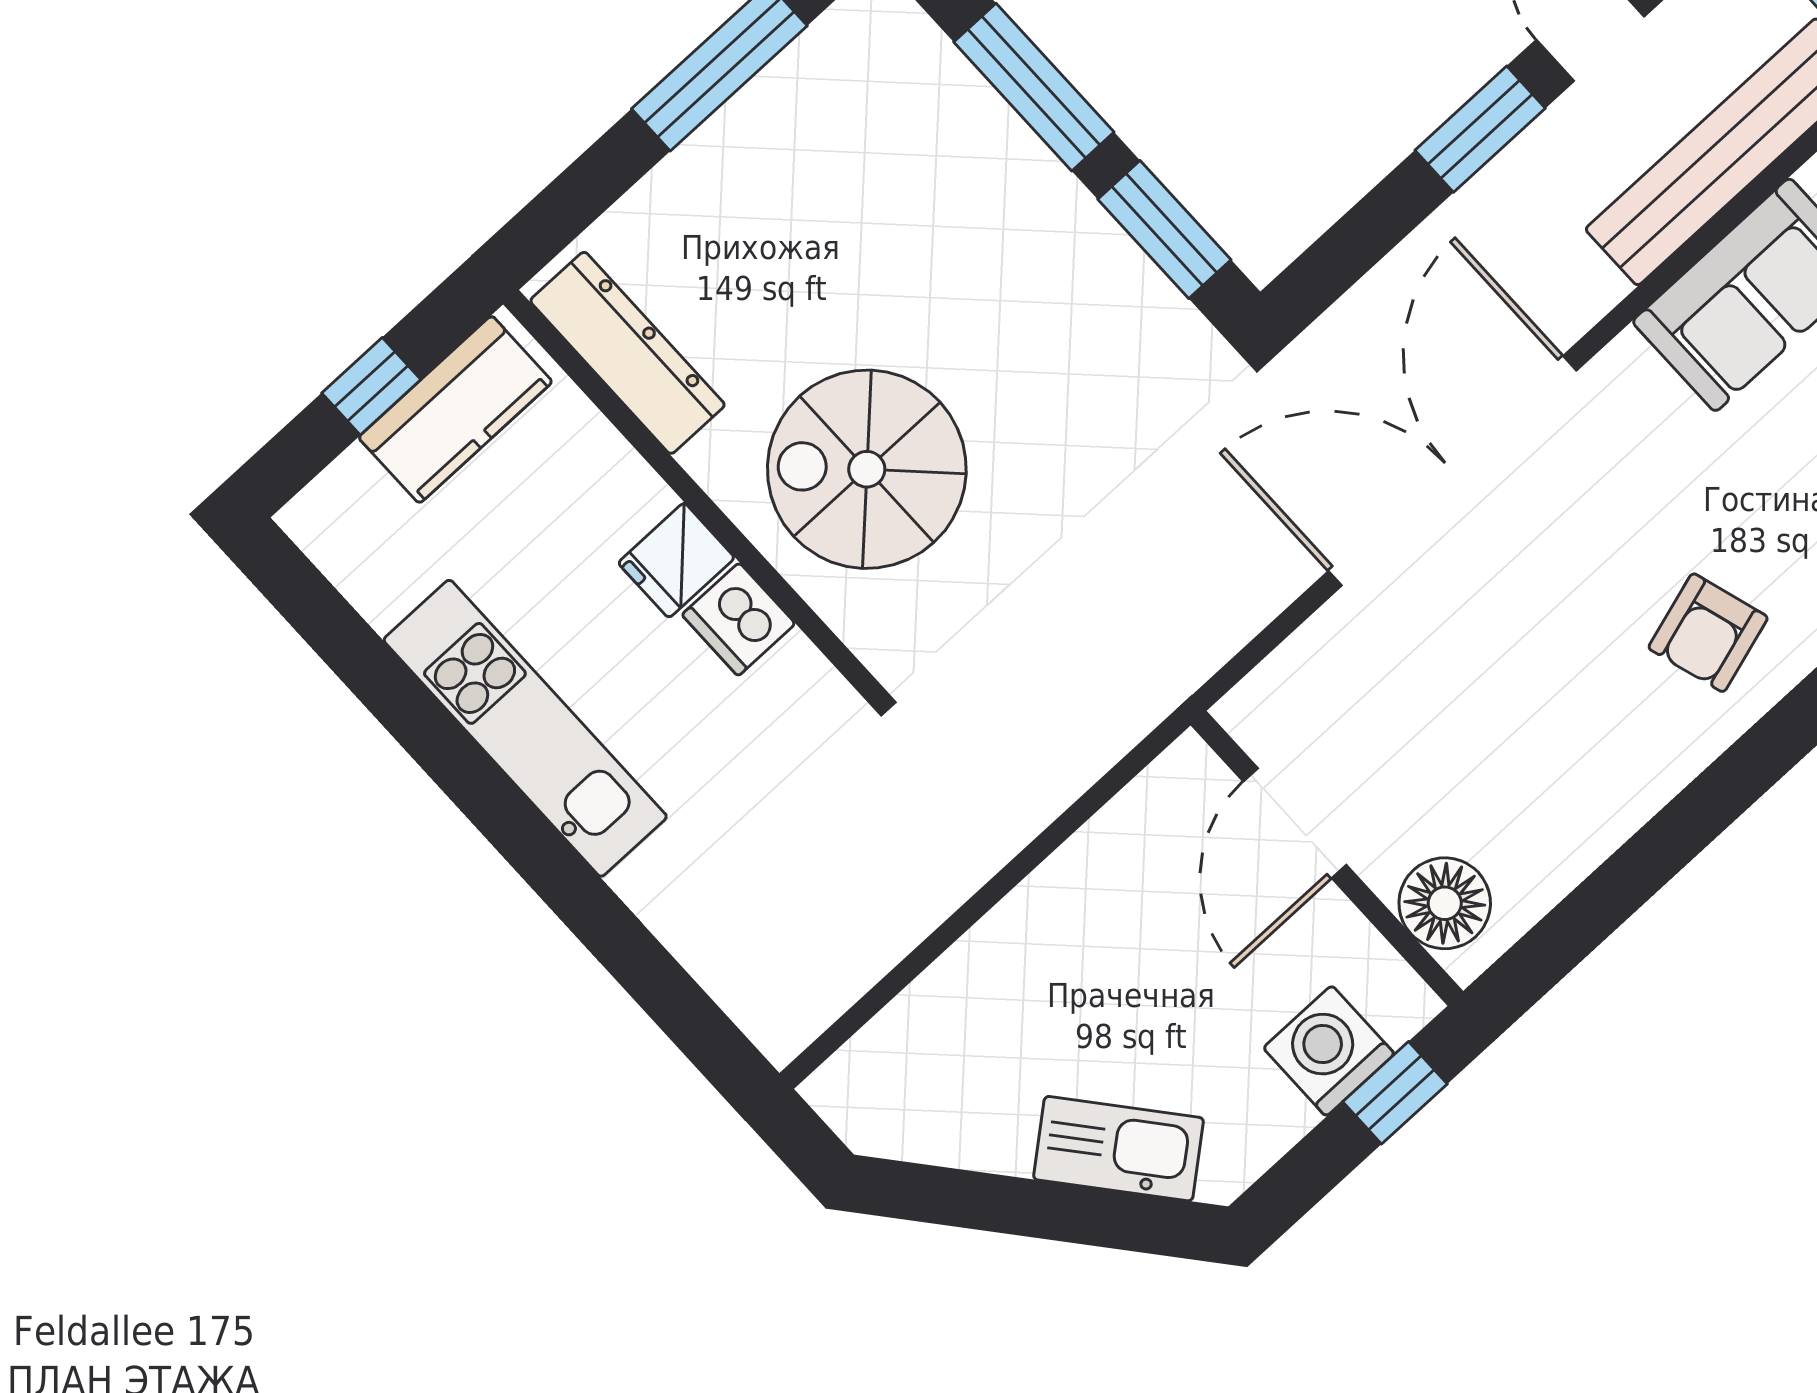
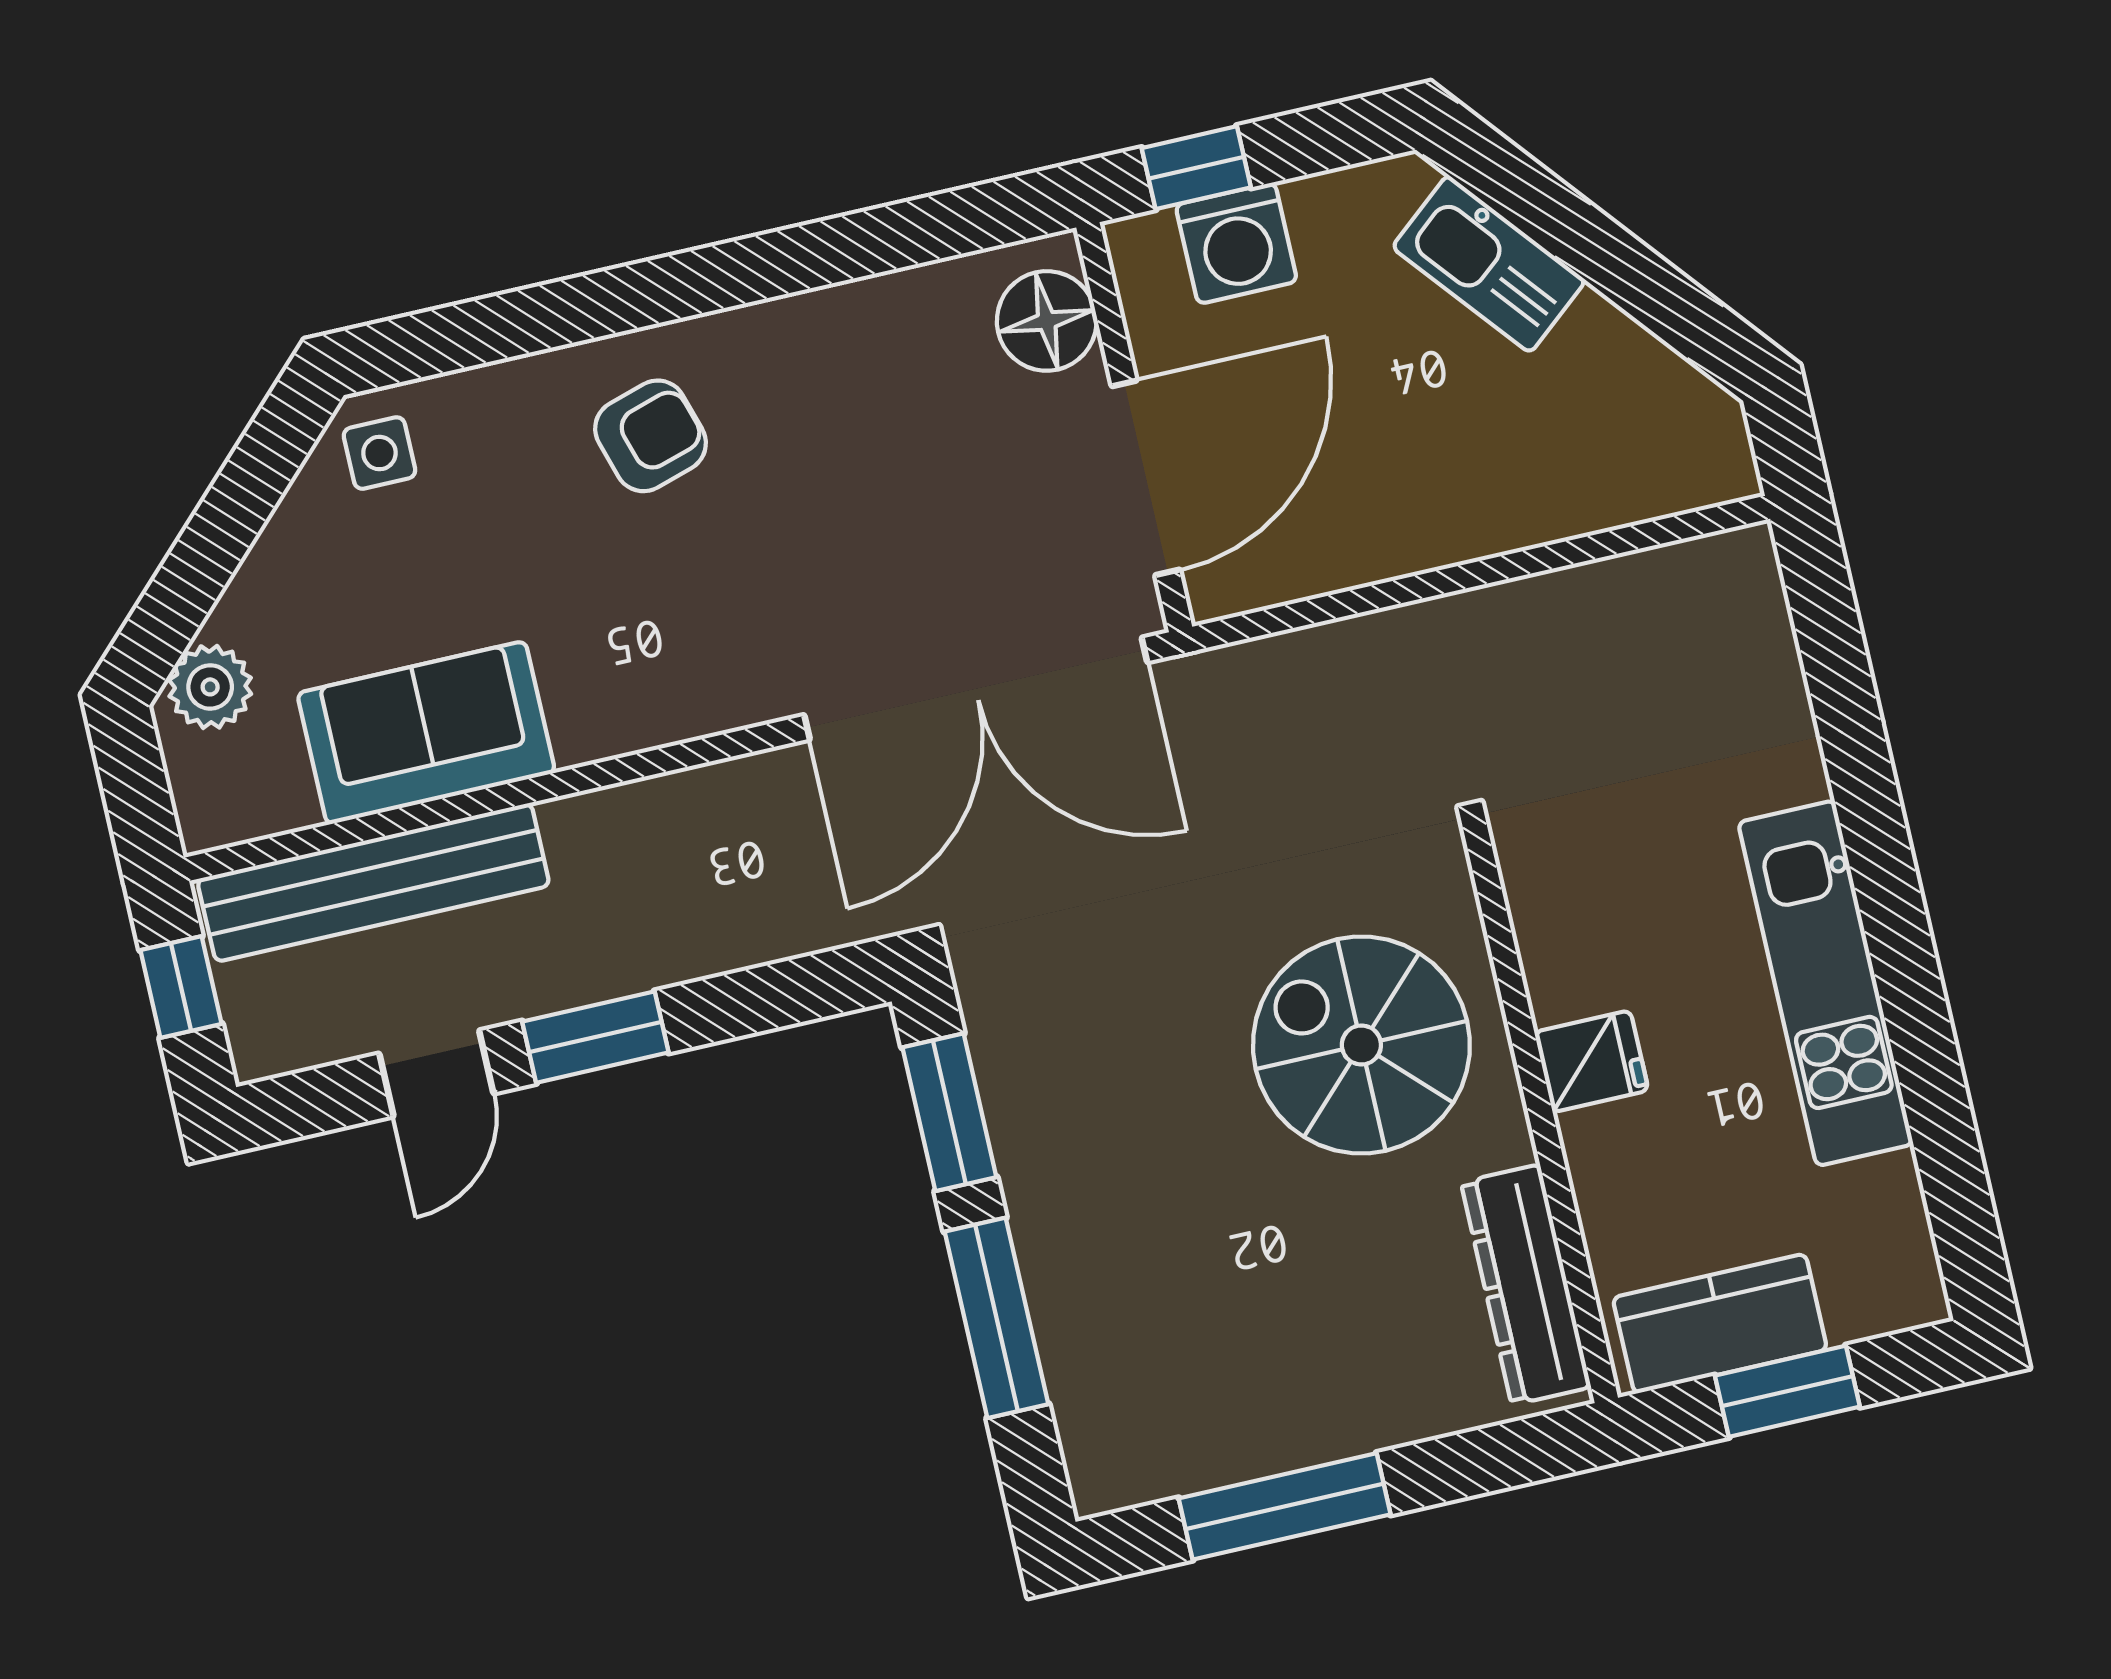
window: (371, 386) -> (1787, 1391), width x1.50
spiral stairs: (867, 469) -> (1361, 1045), turned 180
double door: (1452, 471) -> (976, 689), moved
dishwasher: (739, 619) -> (1564, 972), removed
door: (1295, 823) -> (1146, 478), width x1.36

